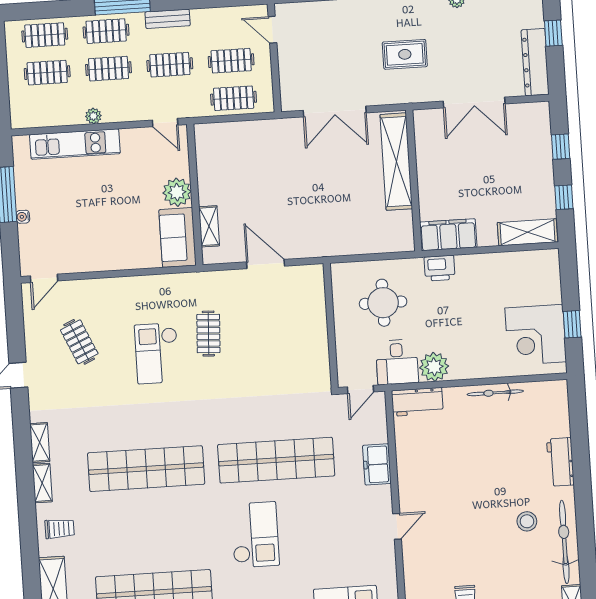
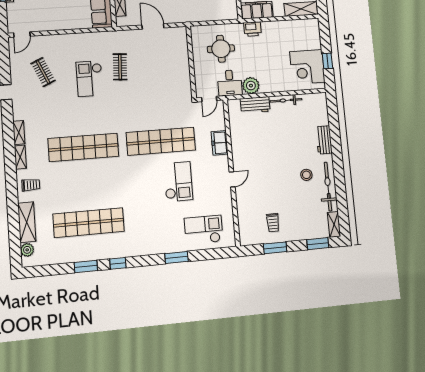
workbench: (417, 402) -> (255, 105), moved
checkout: (255, 535) -> (178, 182), moved

